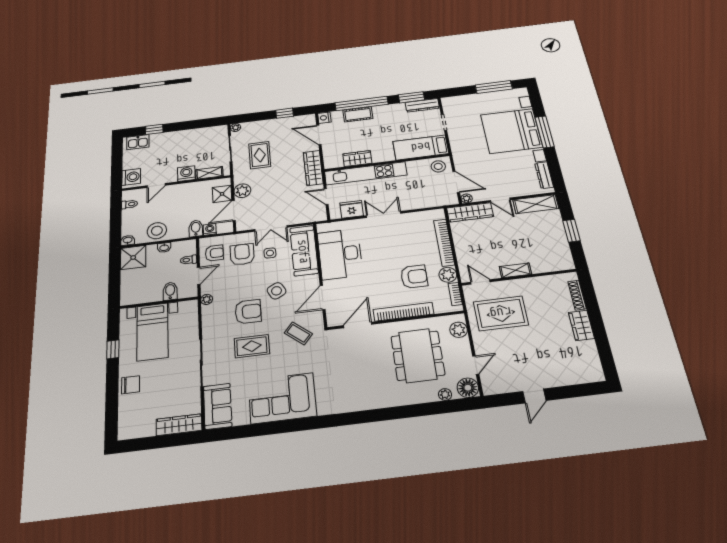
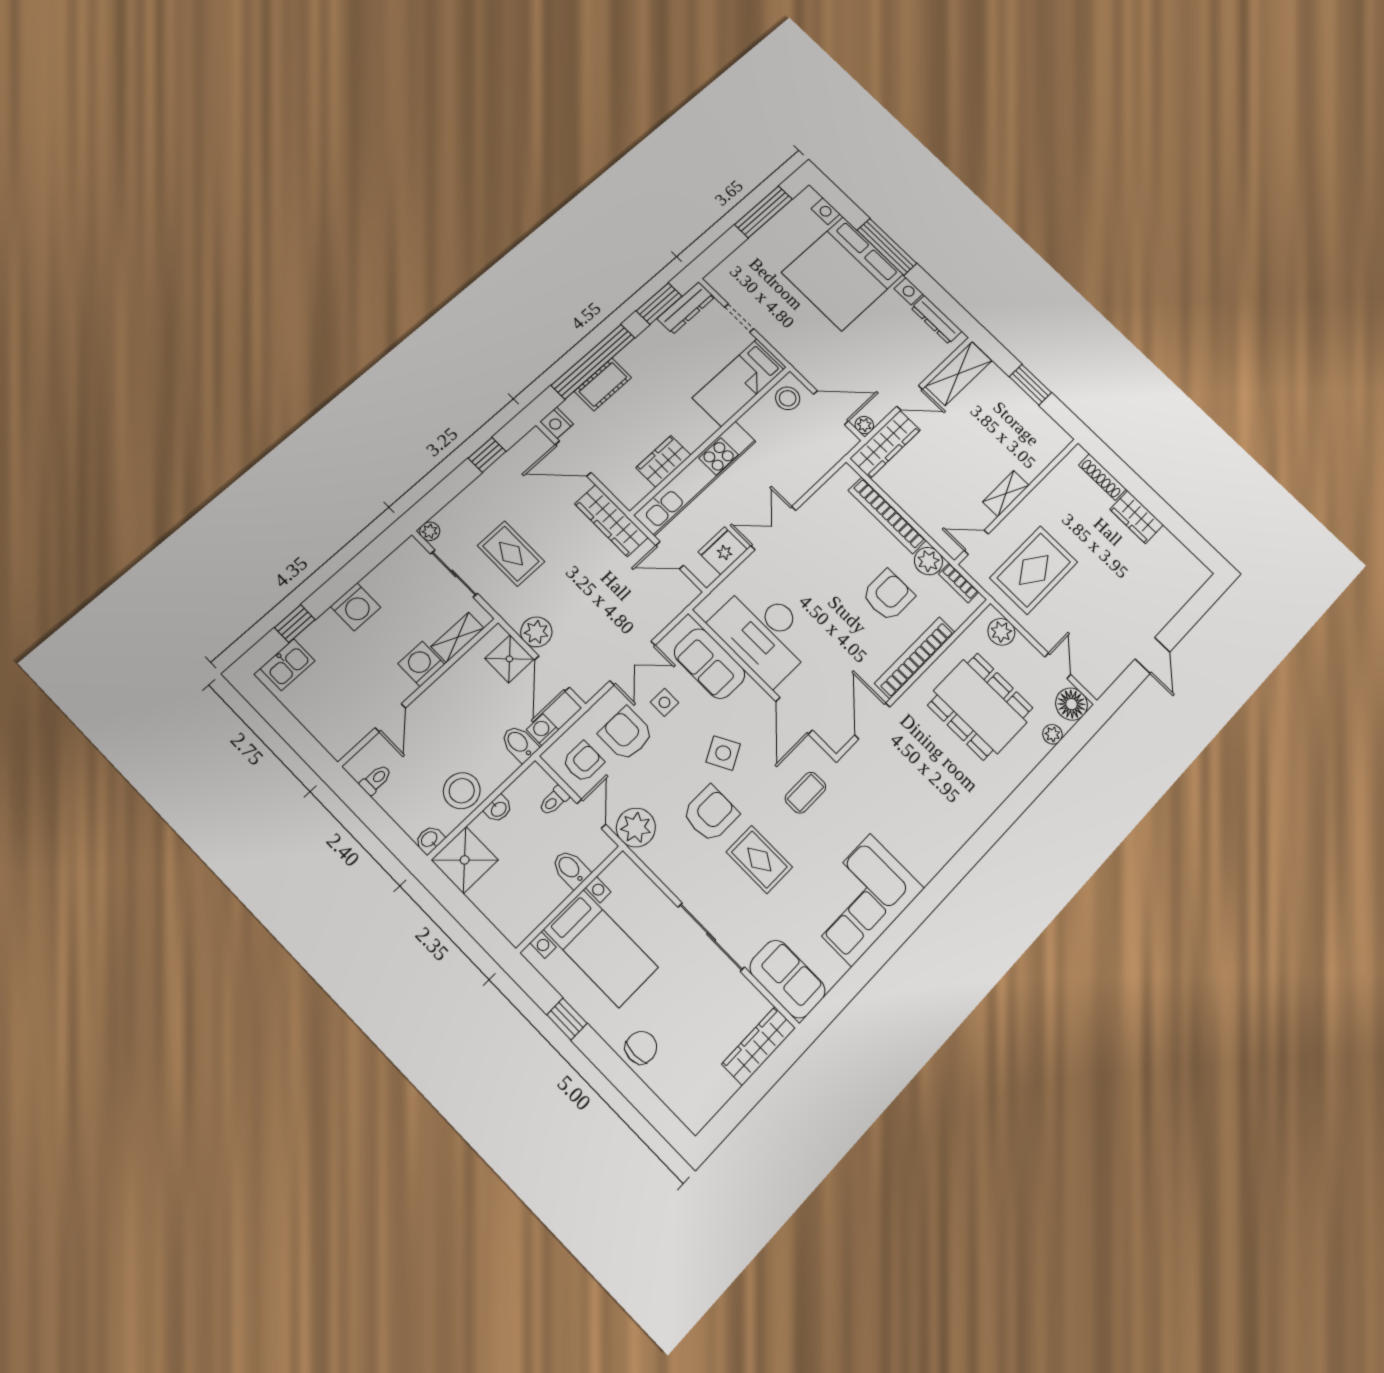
washing machine: (131, 177) -> (356, 607), moved, turned 90
sofa: (304, 251) -> (710, 664), width x0.73
plant: (207, 299) -> (636, 828), width x1.87, depth x1.87
coffee table: (298, 333) -> (805, 793), turned -40
rug: (252, 346) -> (759, 860), turned 90

